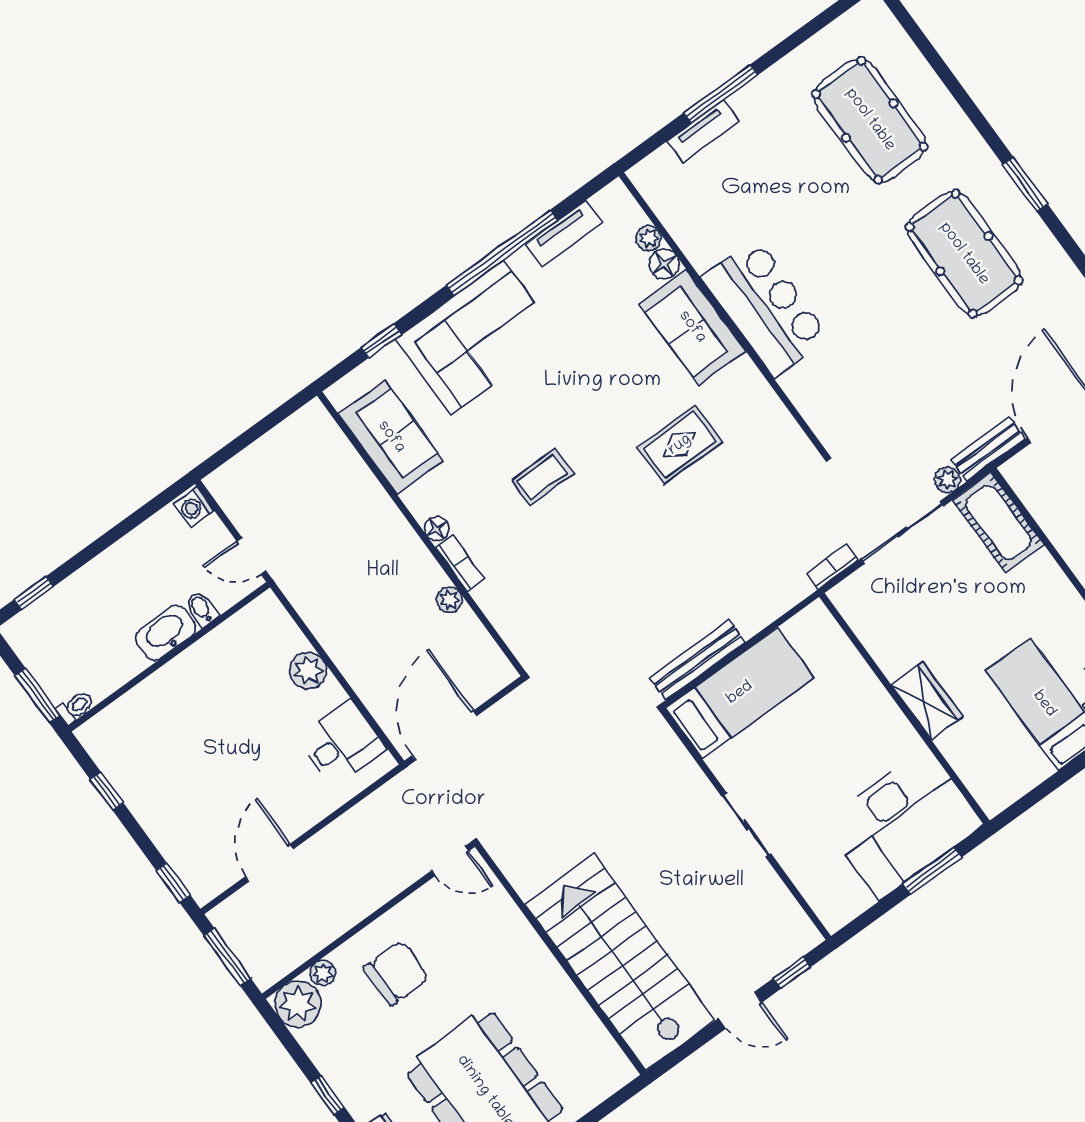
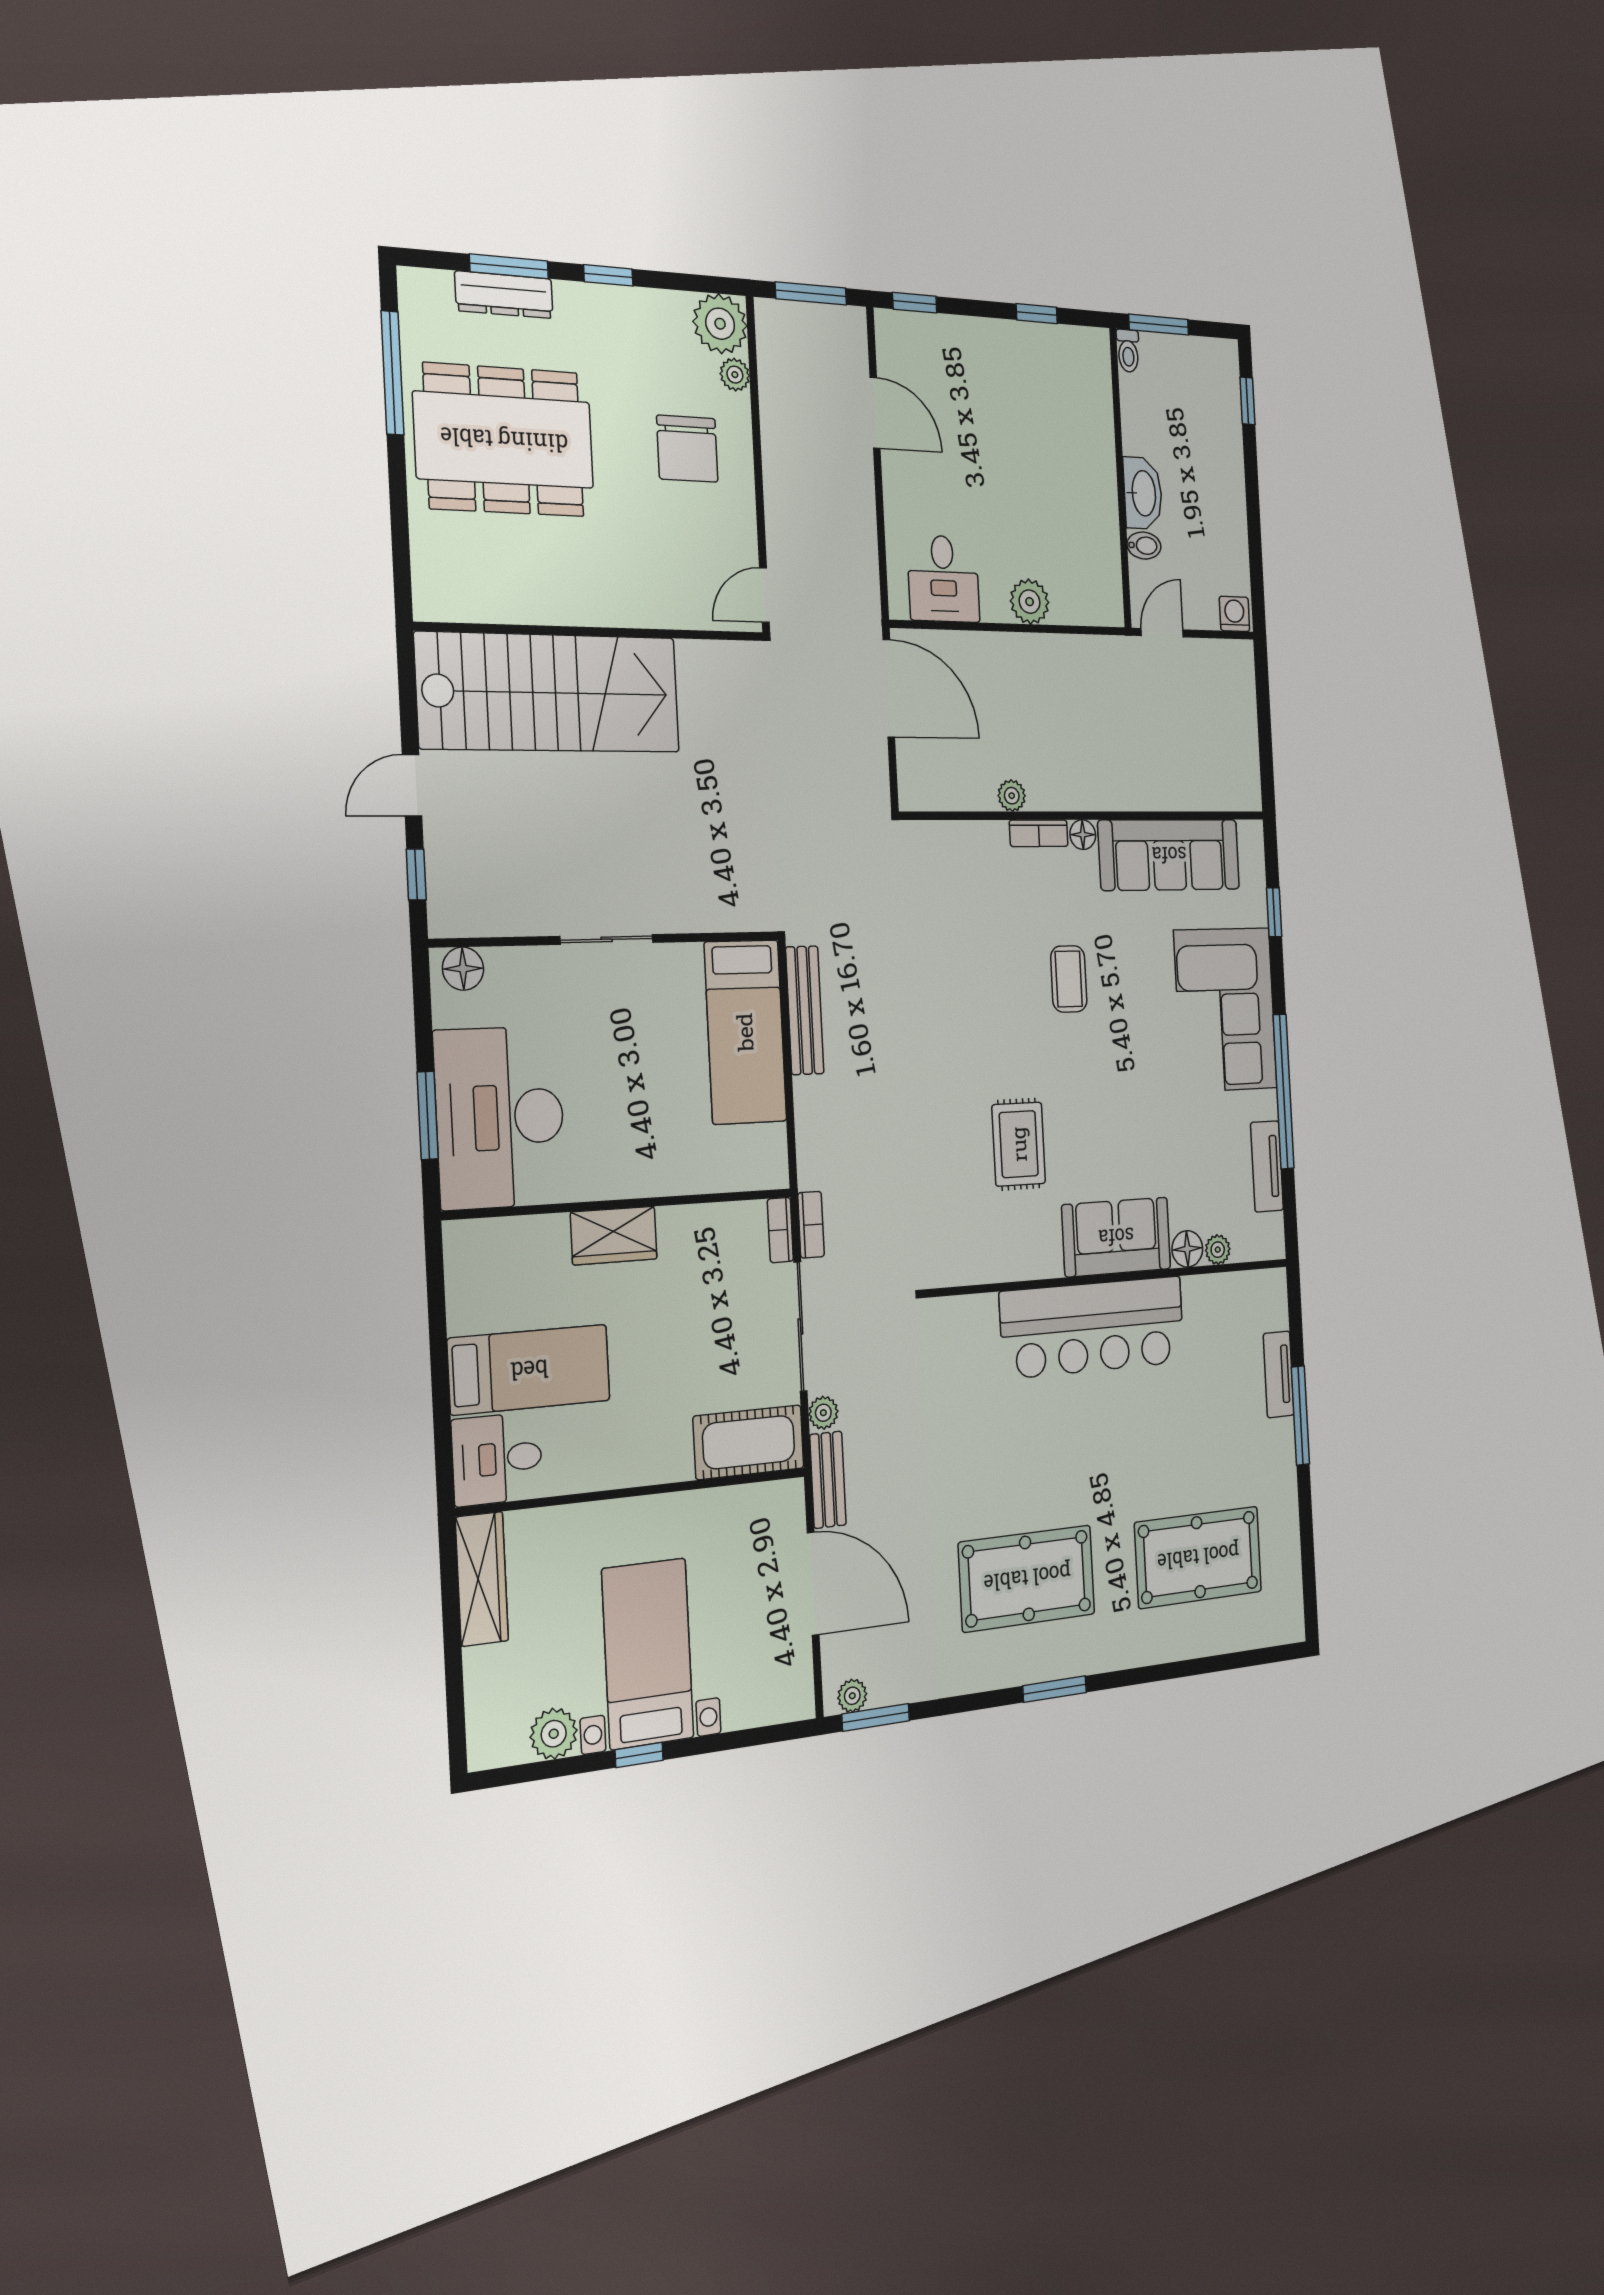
bar counter: (765, 308) -> (1093, 1327), width x1.36
sofa: (391, 437) -> (1169, 855), width x1.36
bookcase: (850, 587) -> (780, 1230), added
floor lamp: (829, 906) -> (463, 969), added

